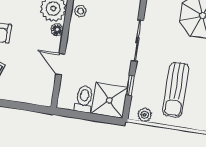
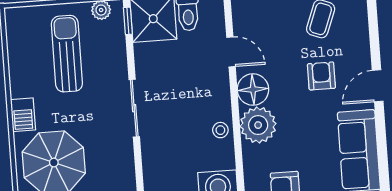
floor lamp: (57, 30) -> (253, 90), width x1.89, depth x1.89
window: (130, 85) -> (128, 21), moved

